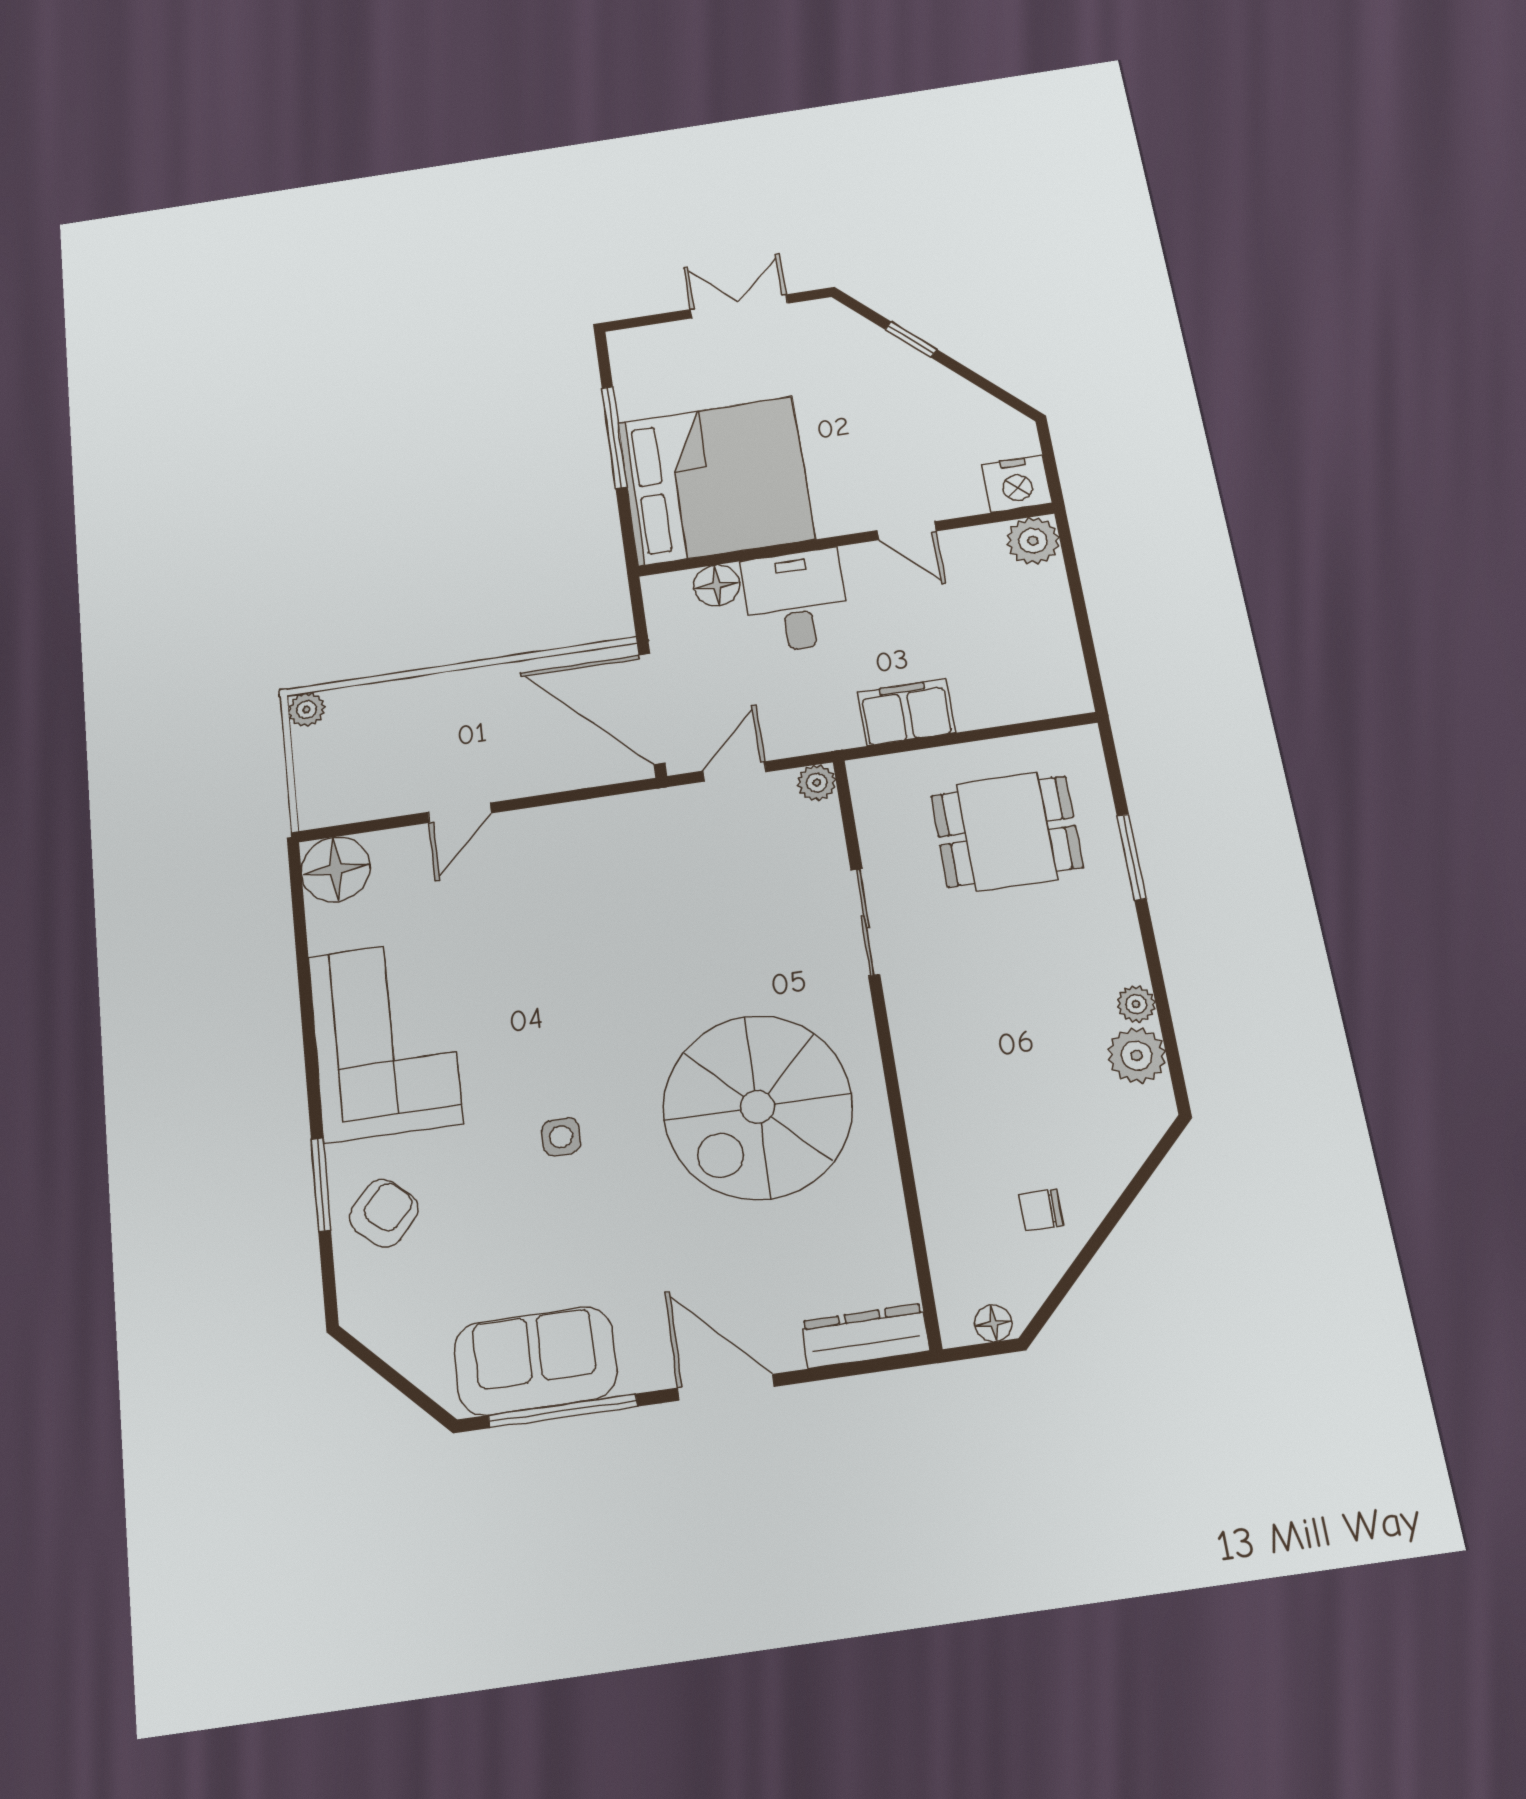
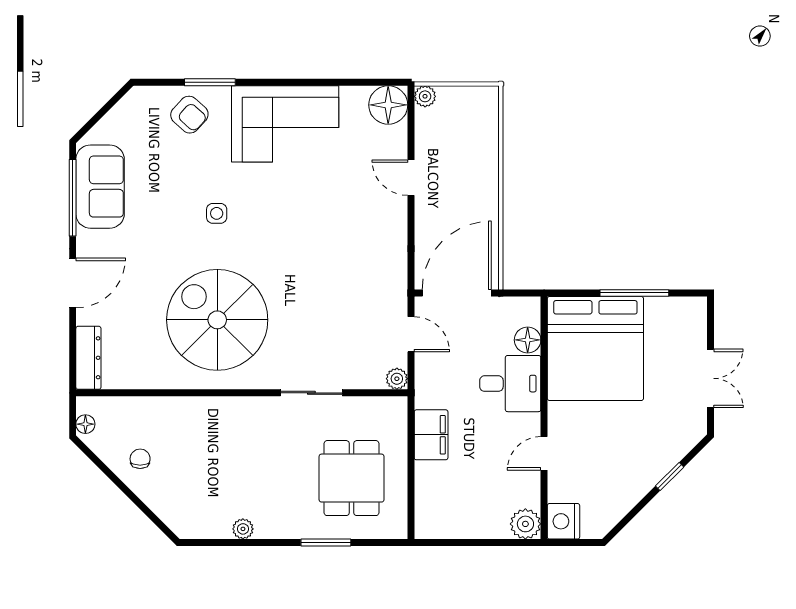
plant: (307, 710) -> (425, 96), moved
plant: (1137, 1055) -> (215, 524), removed

